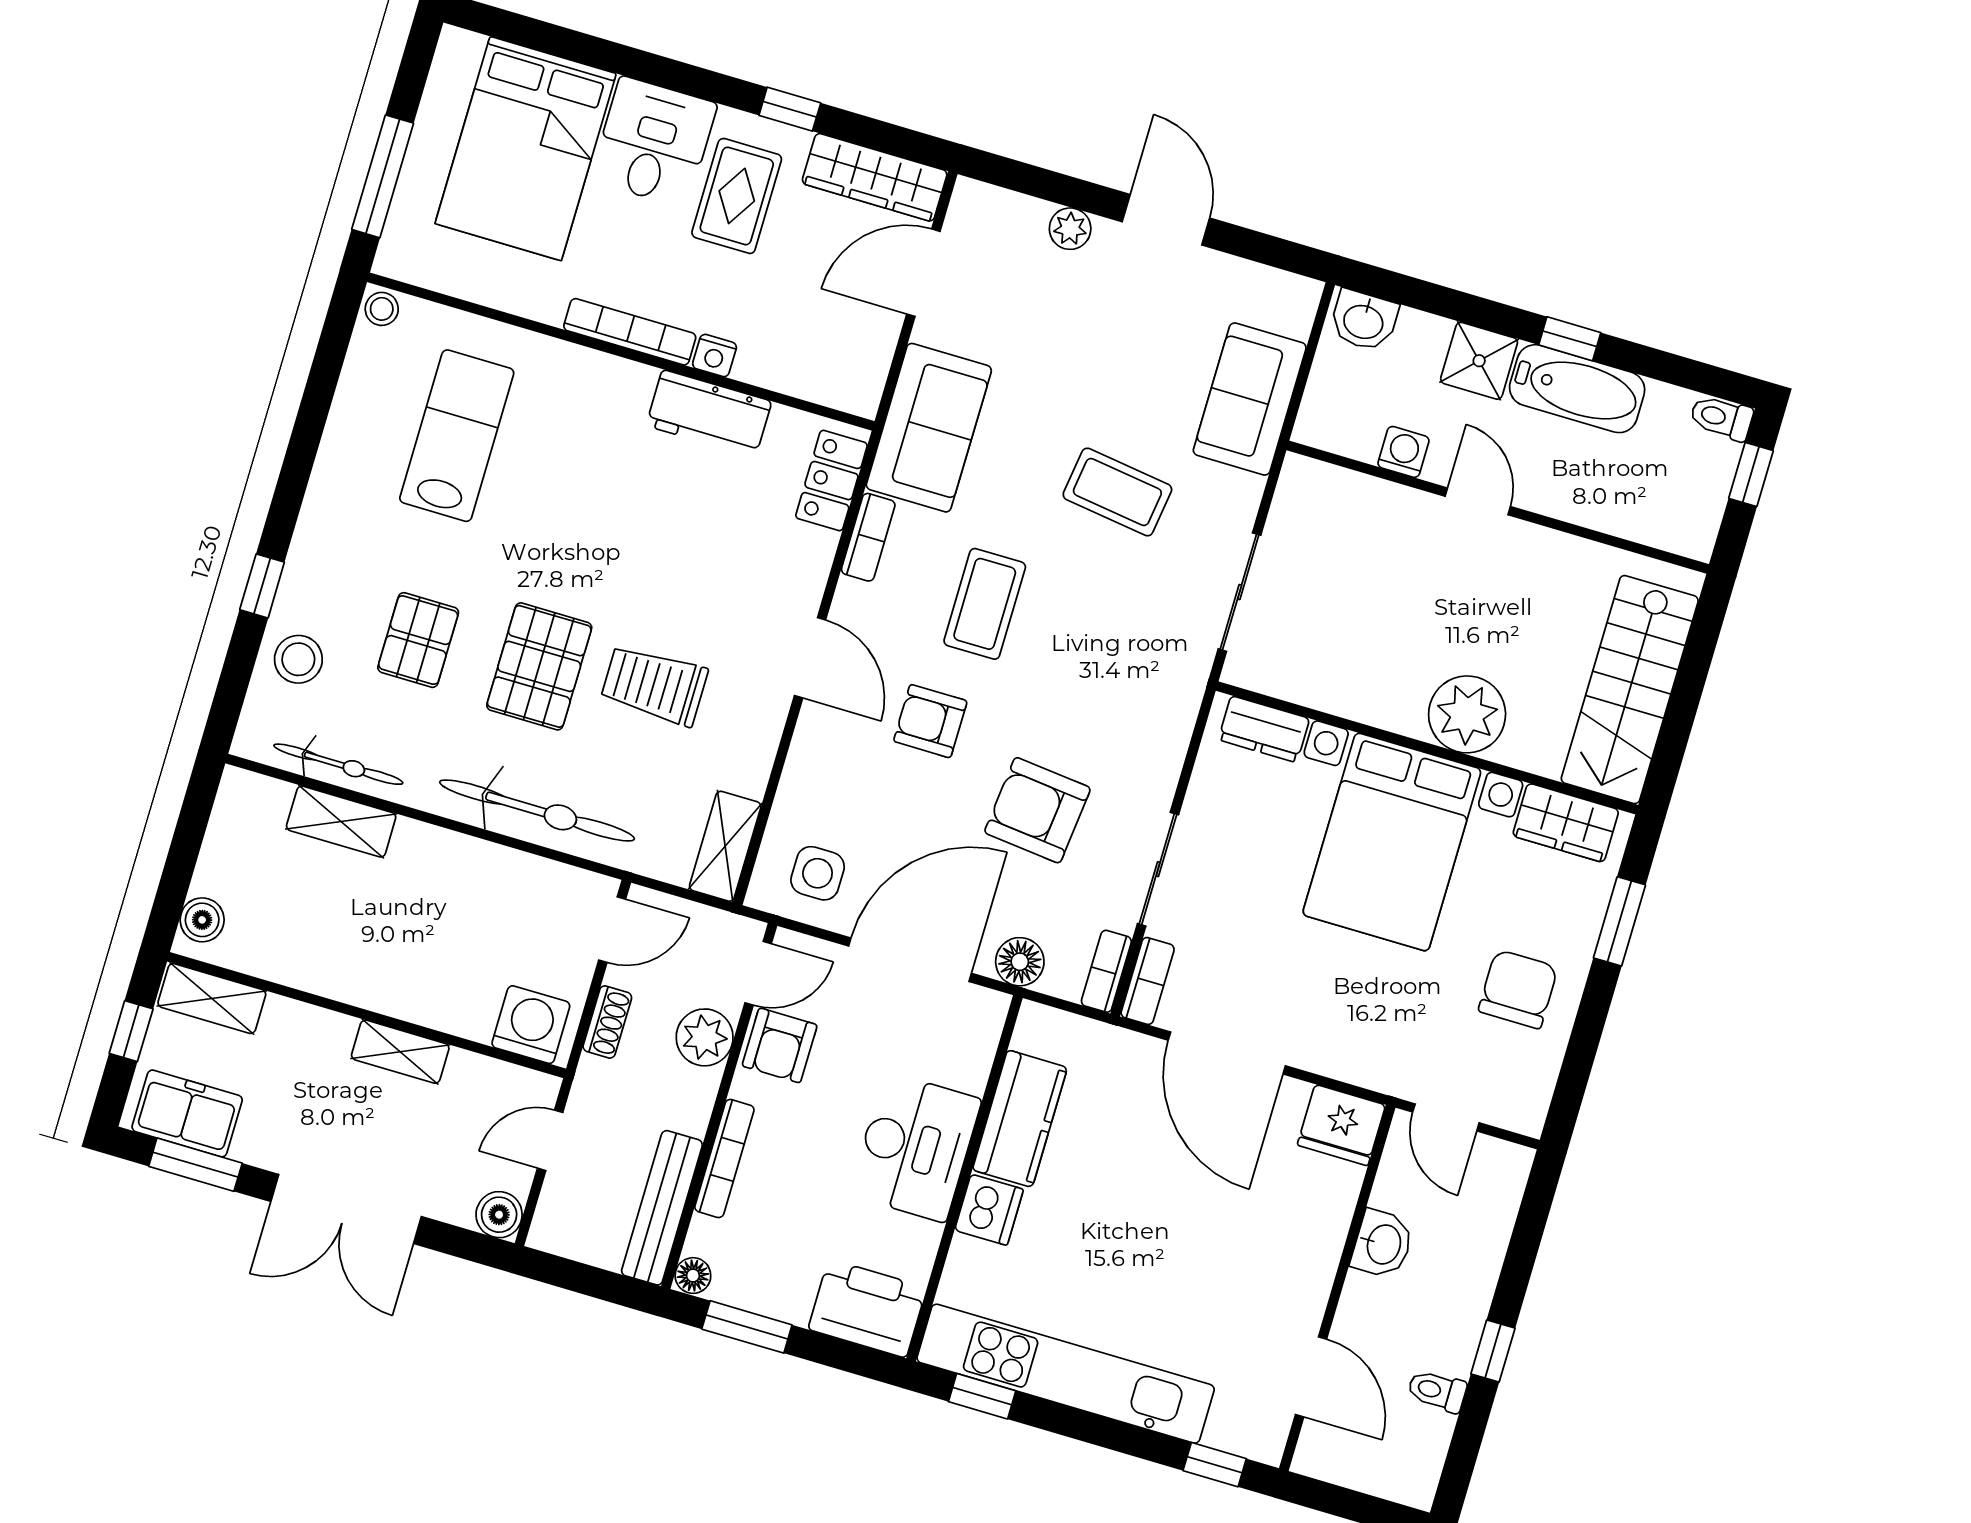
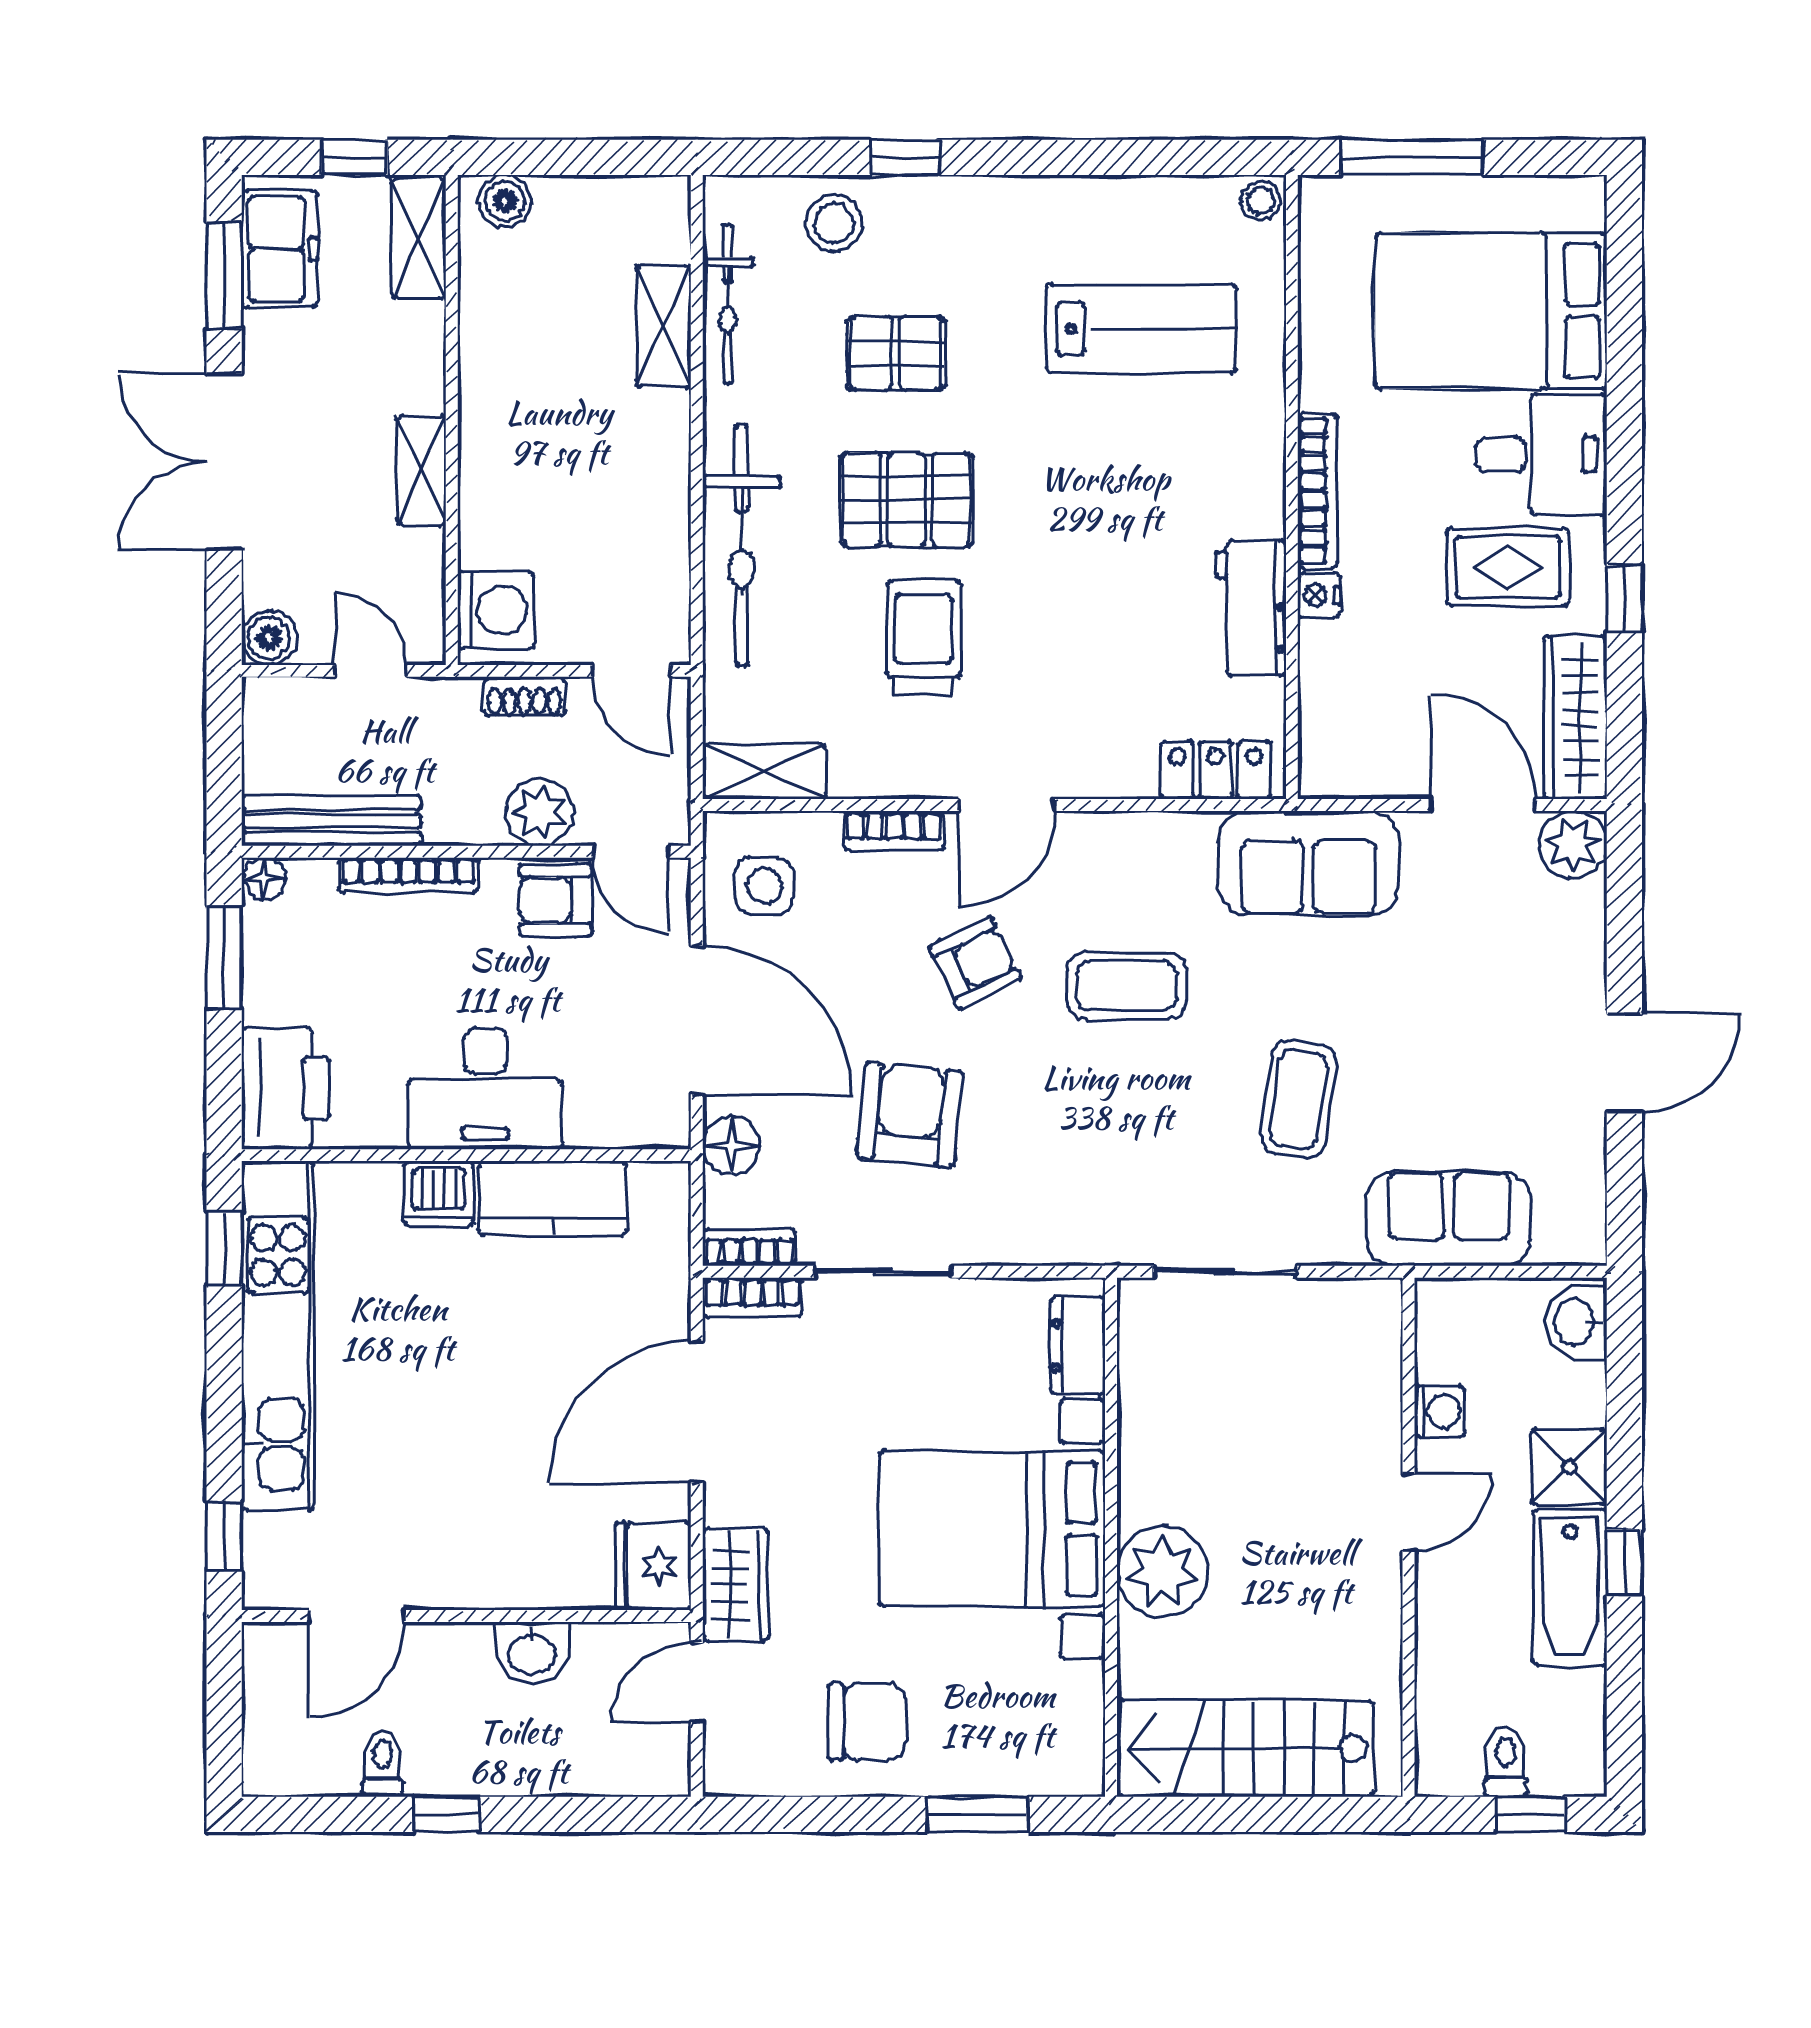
plant: (1070, 229) -> (1573, 845), moved, width x1.38, depth x1.38
toilet: (1721, 418) -> (1506, 1762), moved
bookcase: (868, 537) -> (894, 831), moved
armchair: (930, 721) -> (975, 963), turned 64
wardrobe: (1566, 823) -> (735, 1585), moved, turned 180

